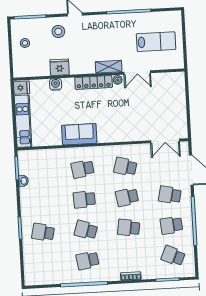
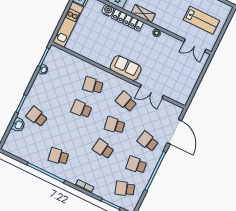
shelving: (109, 67) -> (143, 13), moved
double door: (137, 73) -> (195, 46), moved
locker: (94, 82) -> (127, 20), moved
sofa: (79, 134) -> (126, 68), moved
double door: (165, 141) -> (152, 91), moved
school desk: (86, 230) -> (70, 133), removed
washbasin: (29, 251) -> (18, 125), added
school desk: (173, 256) -> (125, 189), turned -42

